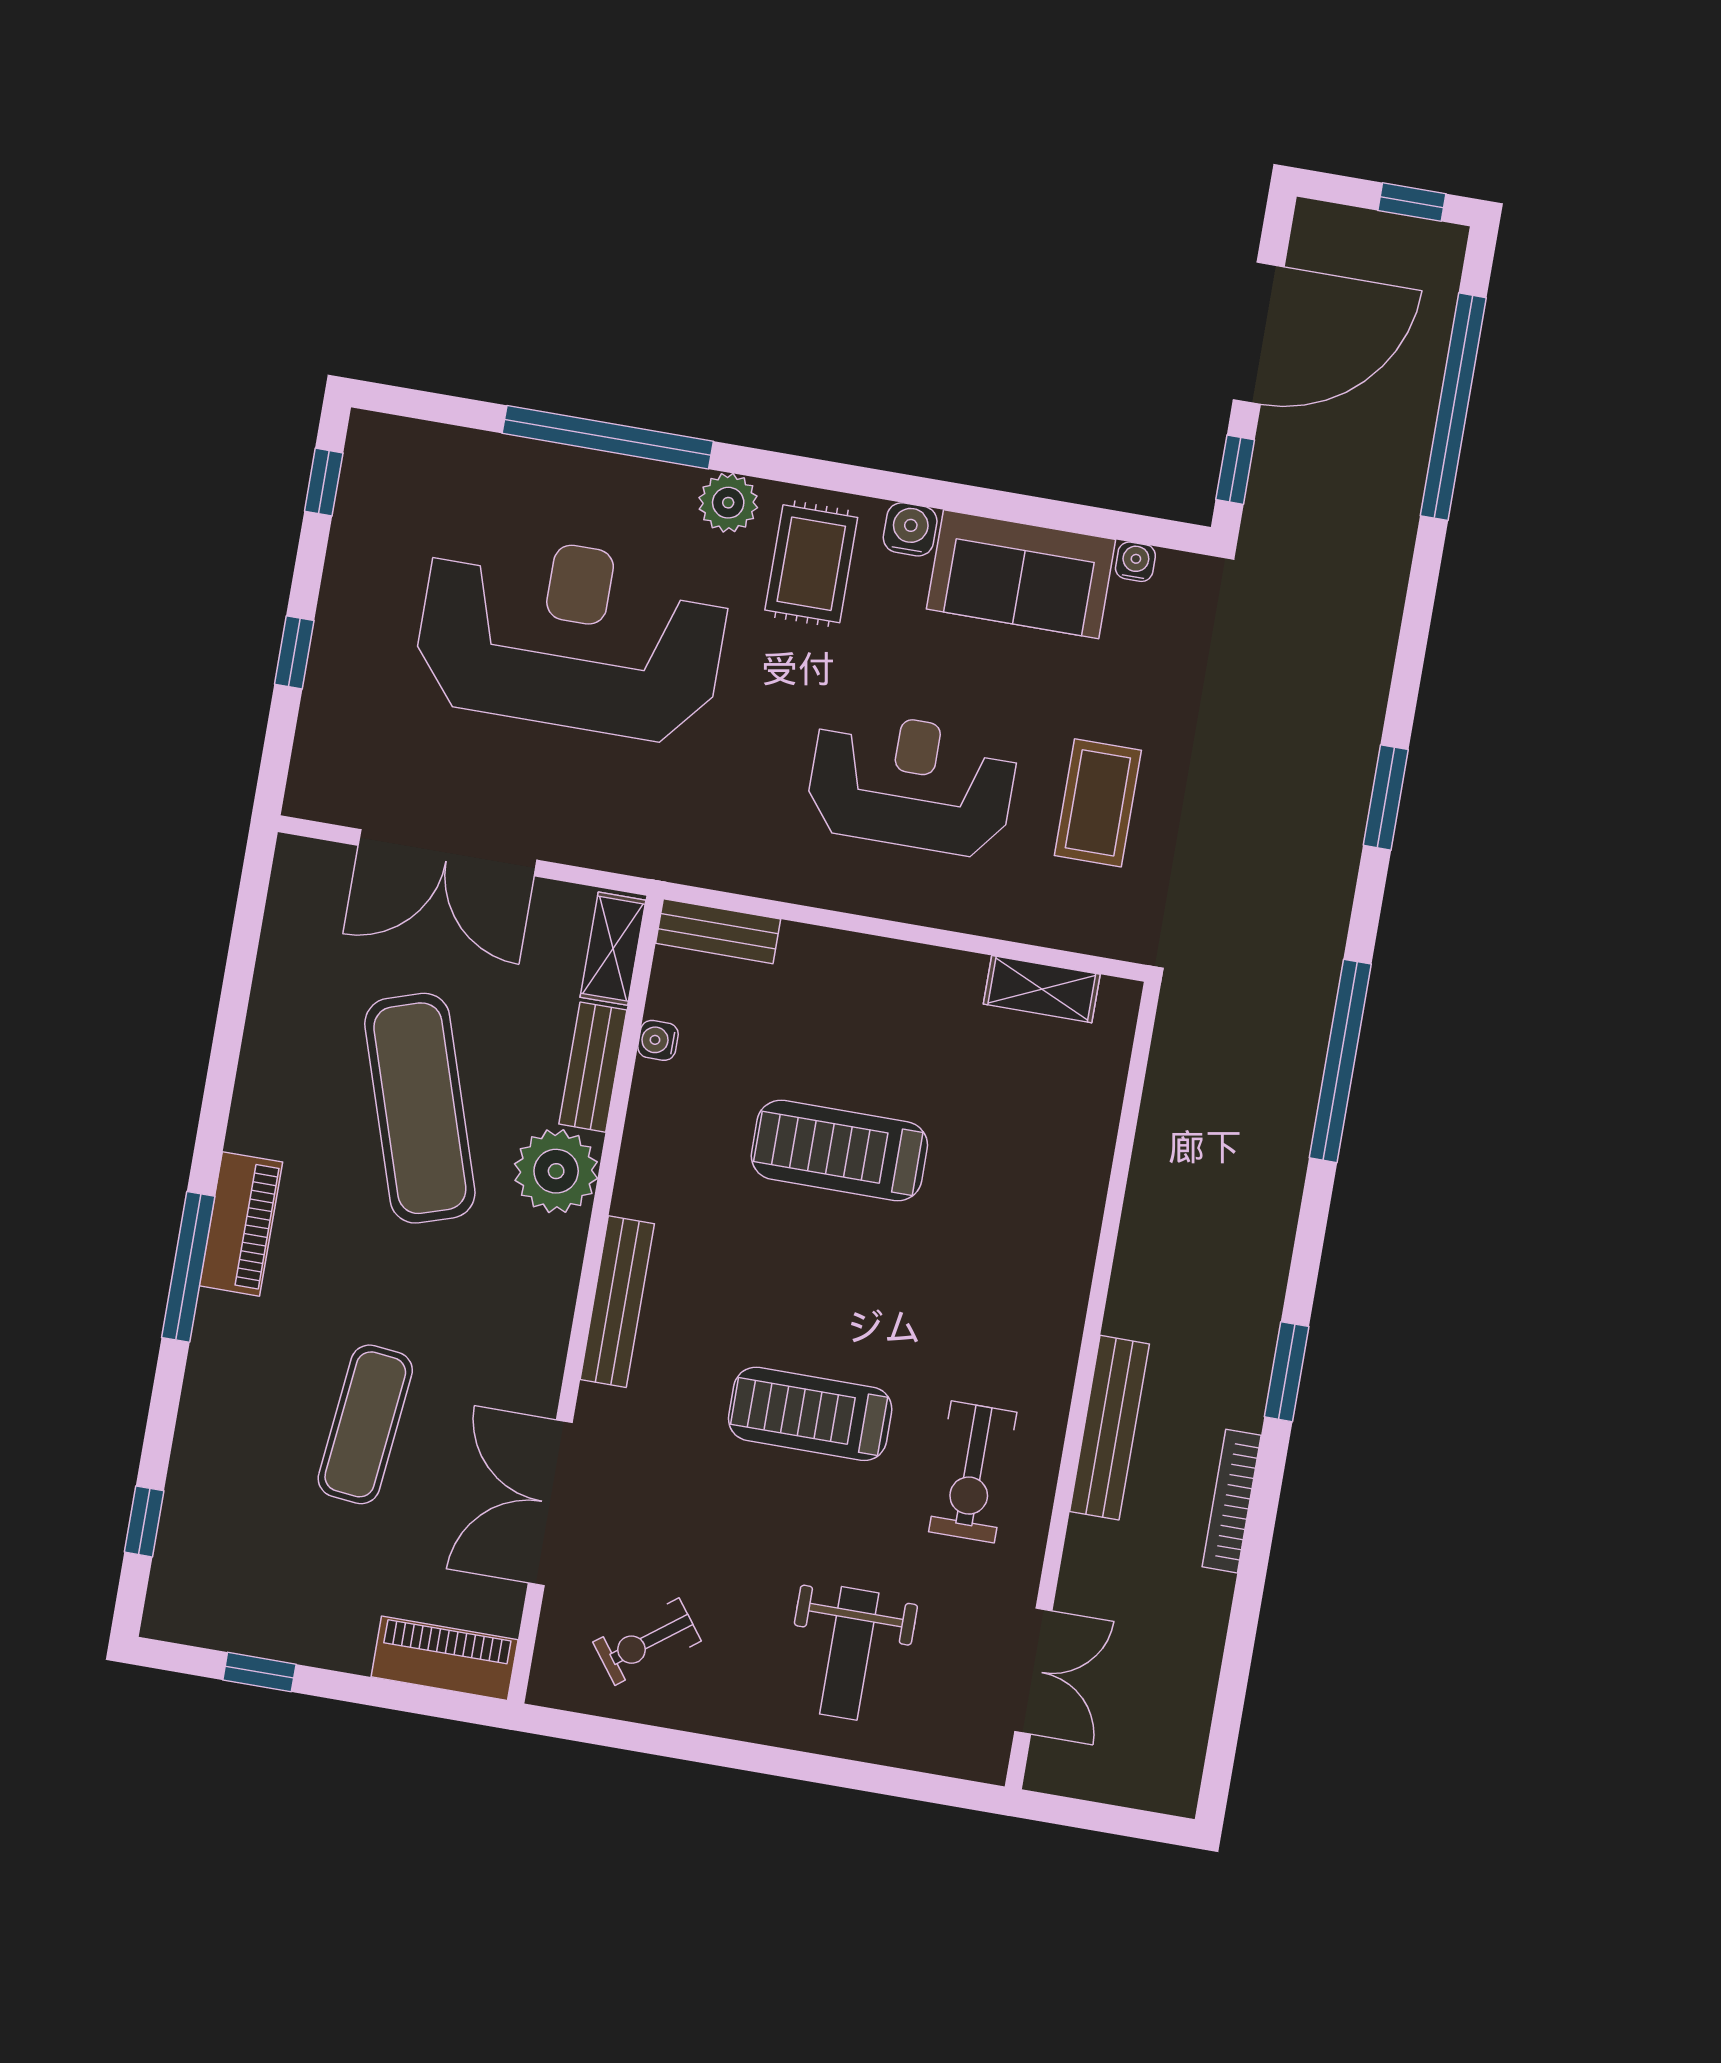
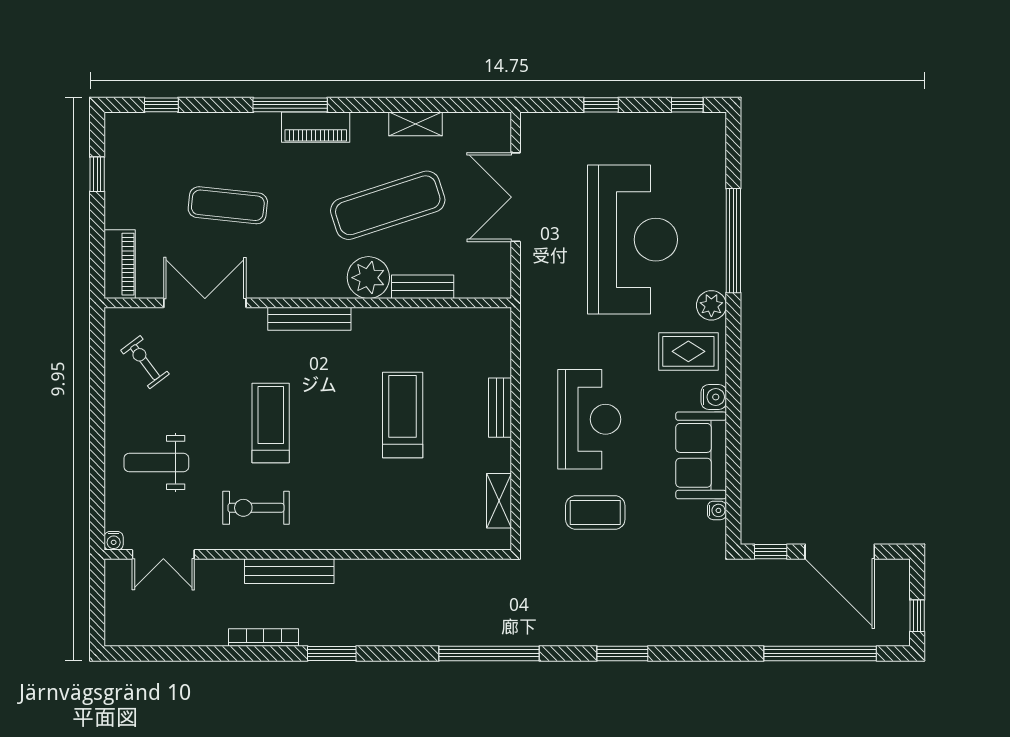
bench: (718, 931) -> (500, 408), moved
shelving: (613, 949) -> (416, 124), moved
water cooler: (658, 1040) -> (114, 541), moved, turned 180

